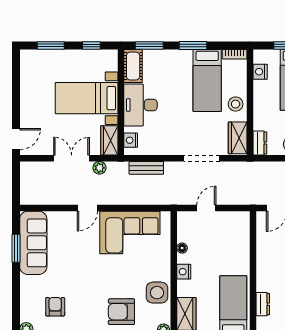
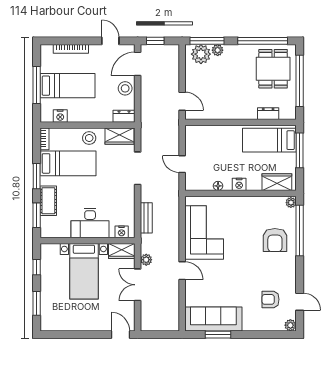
cot: (133, 66) -> (48, 201), moved, turned 90
side table: (157, 293) -> (258, 208), removed

